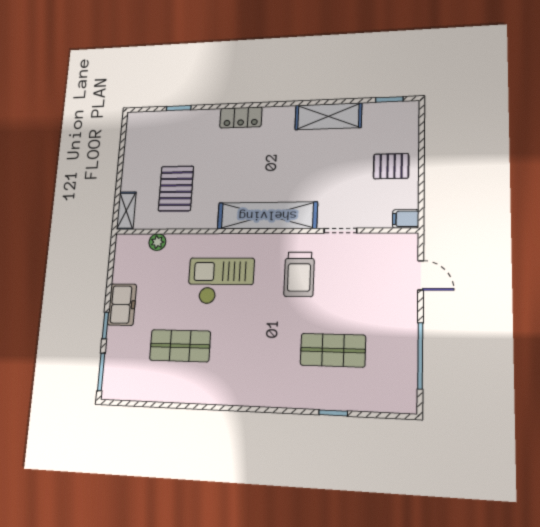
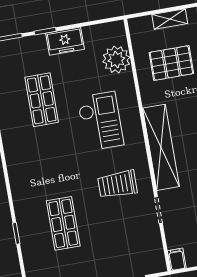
shelving: (126, 211) -> (170, 19), moved
plant: (157, 242) -> (116, 60), width x1.87, depth x1.87

